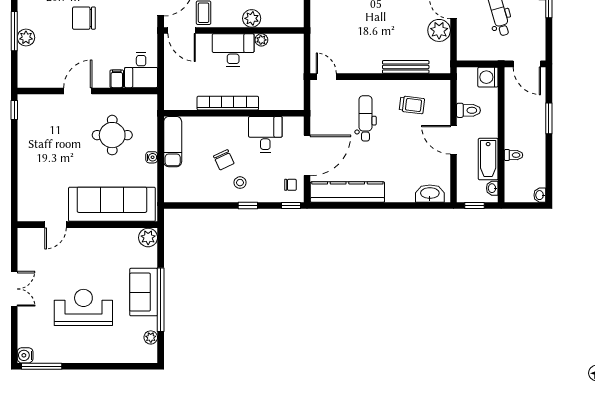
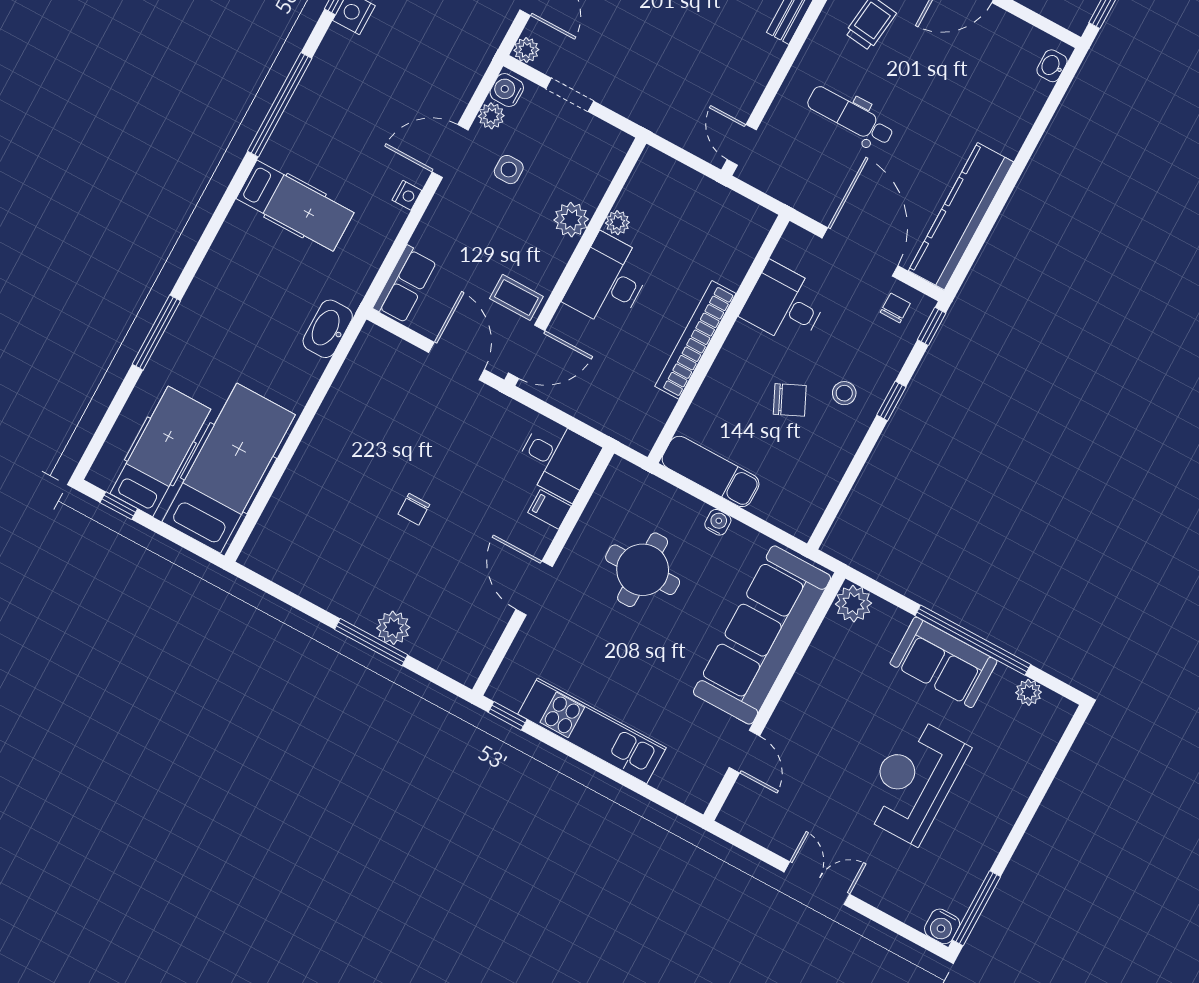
chair: (84, 18) -> (414, 509), width x0.54, depth x0.54
door: (326, 77) -> (742, 145), hinge flipped
kitchen unit: (28, 151) -> (592, 731), added
washbasin: (430, 194) -> (1052, 66), width x0.52, depth x0.69

